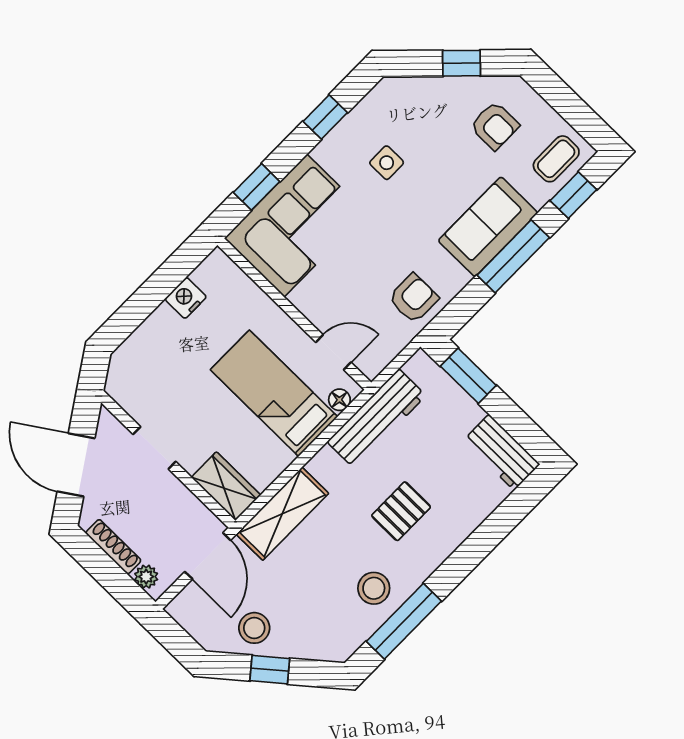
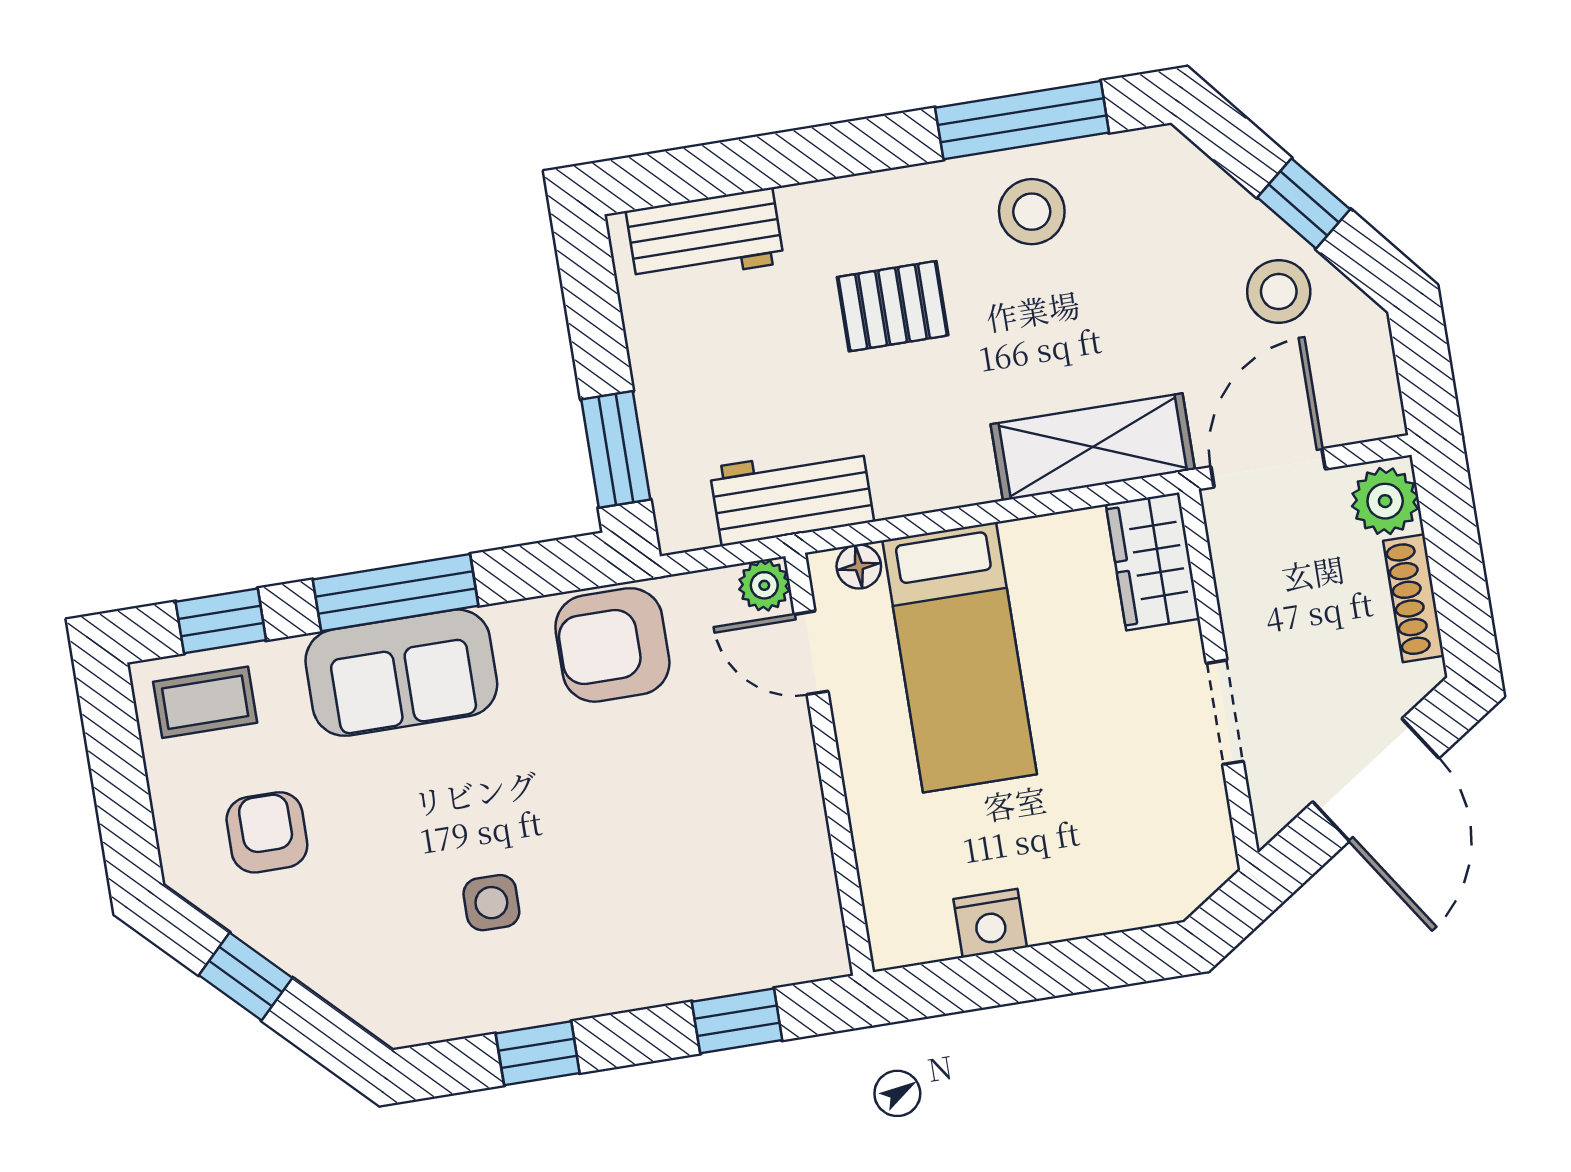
corner sofa: (295, 226) -> (719, 909), removed
armchair: (413, 298) -> (612, 645), width x1.38, depth x1.38
plant: (371, 365) -> (764, 585), added
workbench: (377, 419) -> (792, 495), width x0.73
workbench: (502, 452) -> (705, 237), moved, turned 90
plant: (146, 577) -> (1385, 501), width x1.38, depth x1.38

